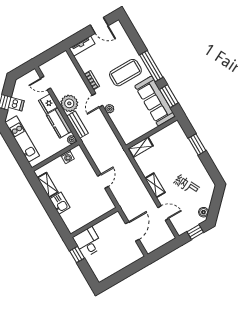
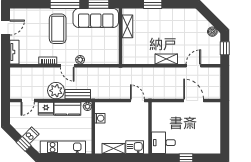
shelving: (141, 147) -> (127, 26), moved
wall: (94, 222) -> (150, 128), moved
desk: (88, 242) -> (163, 143), moved

